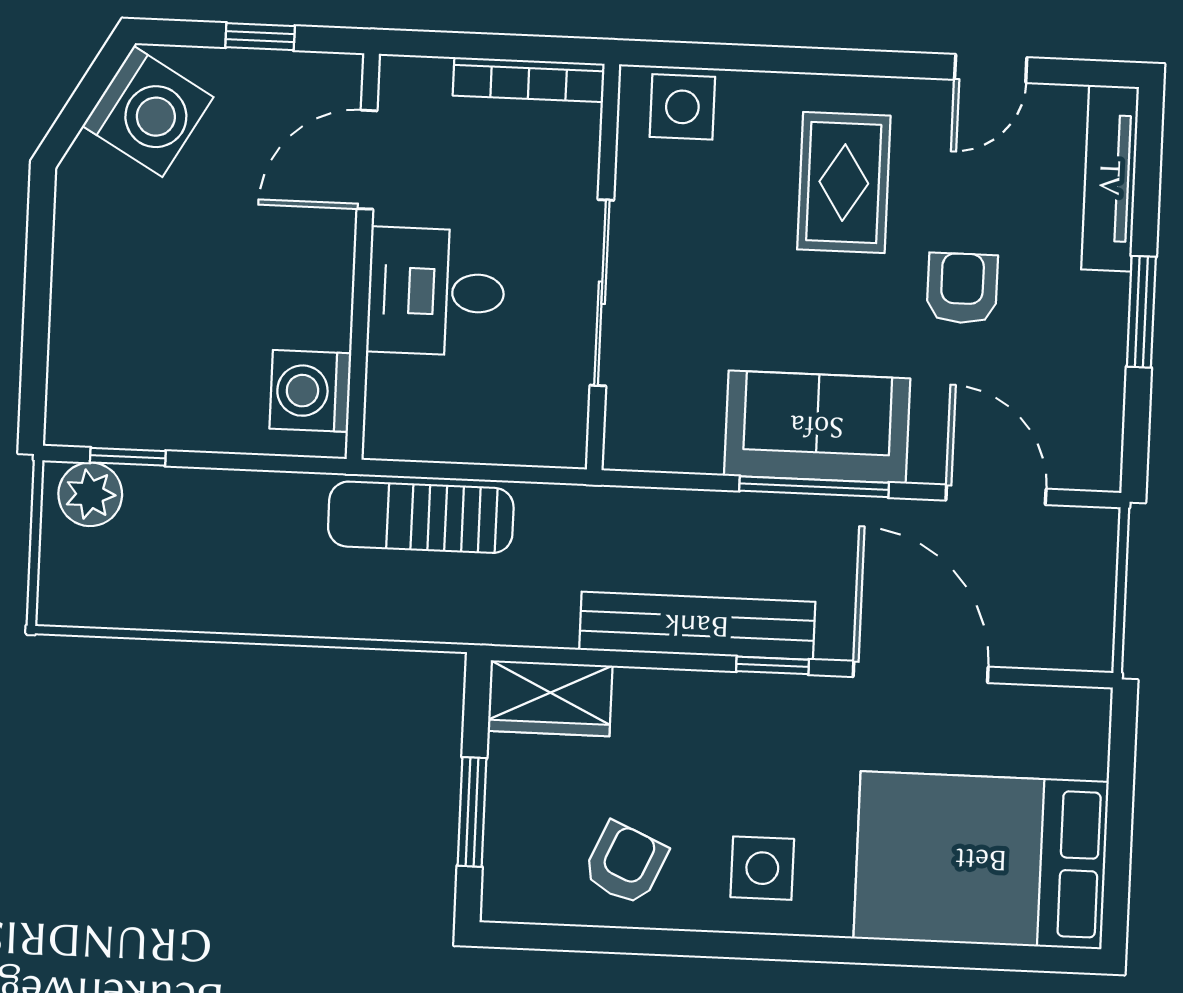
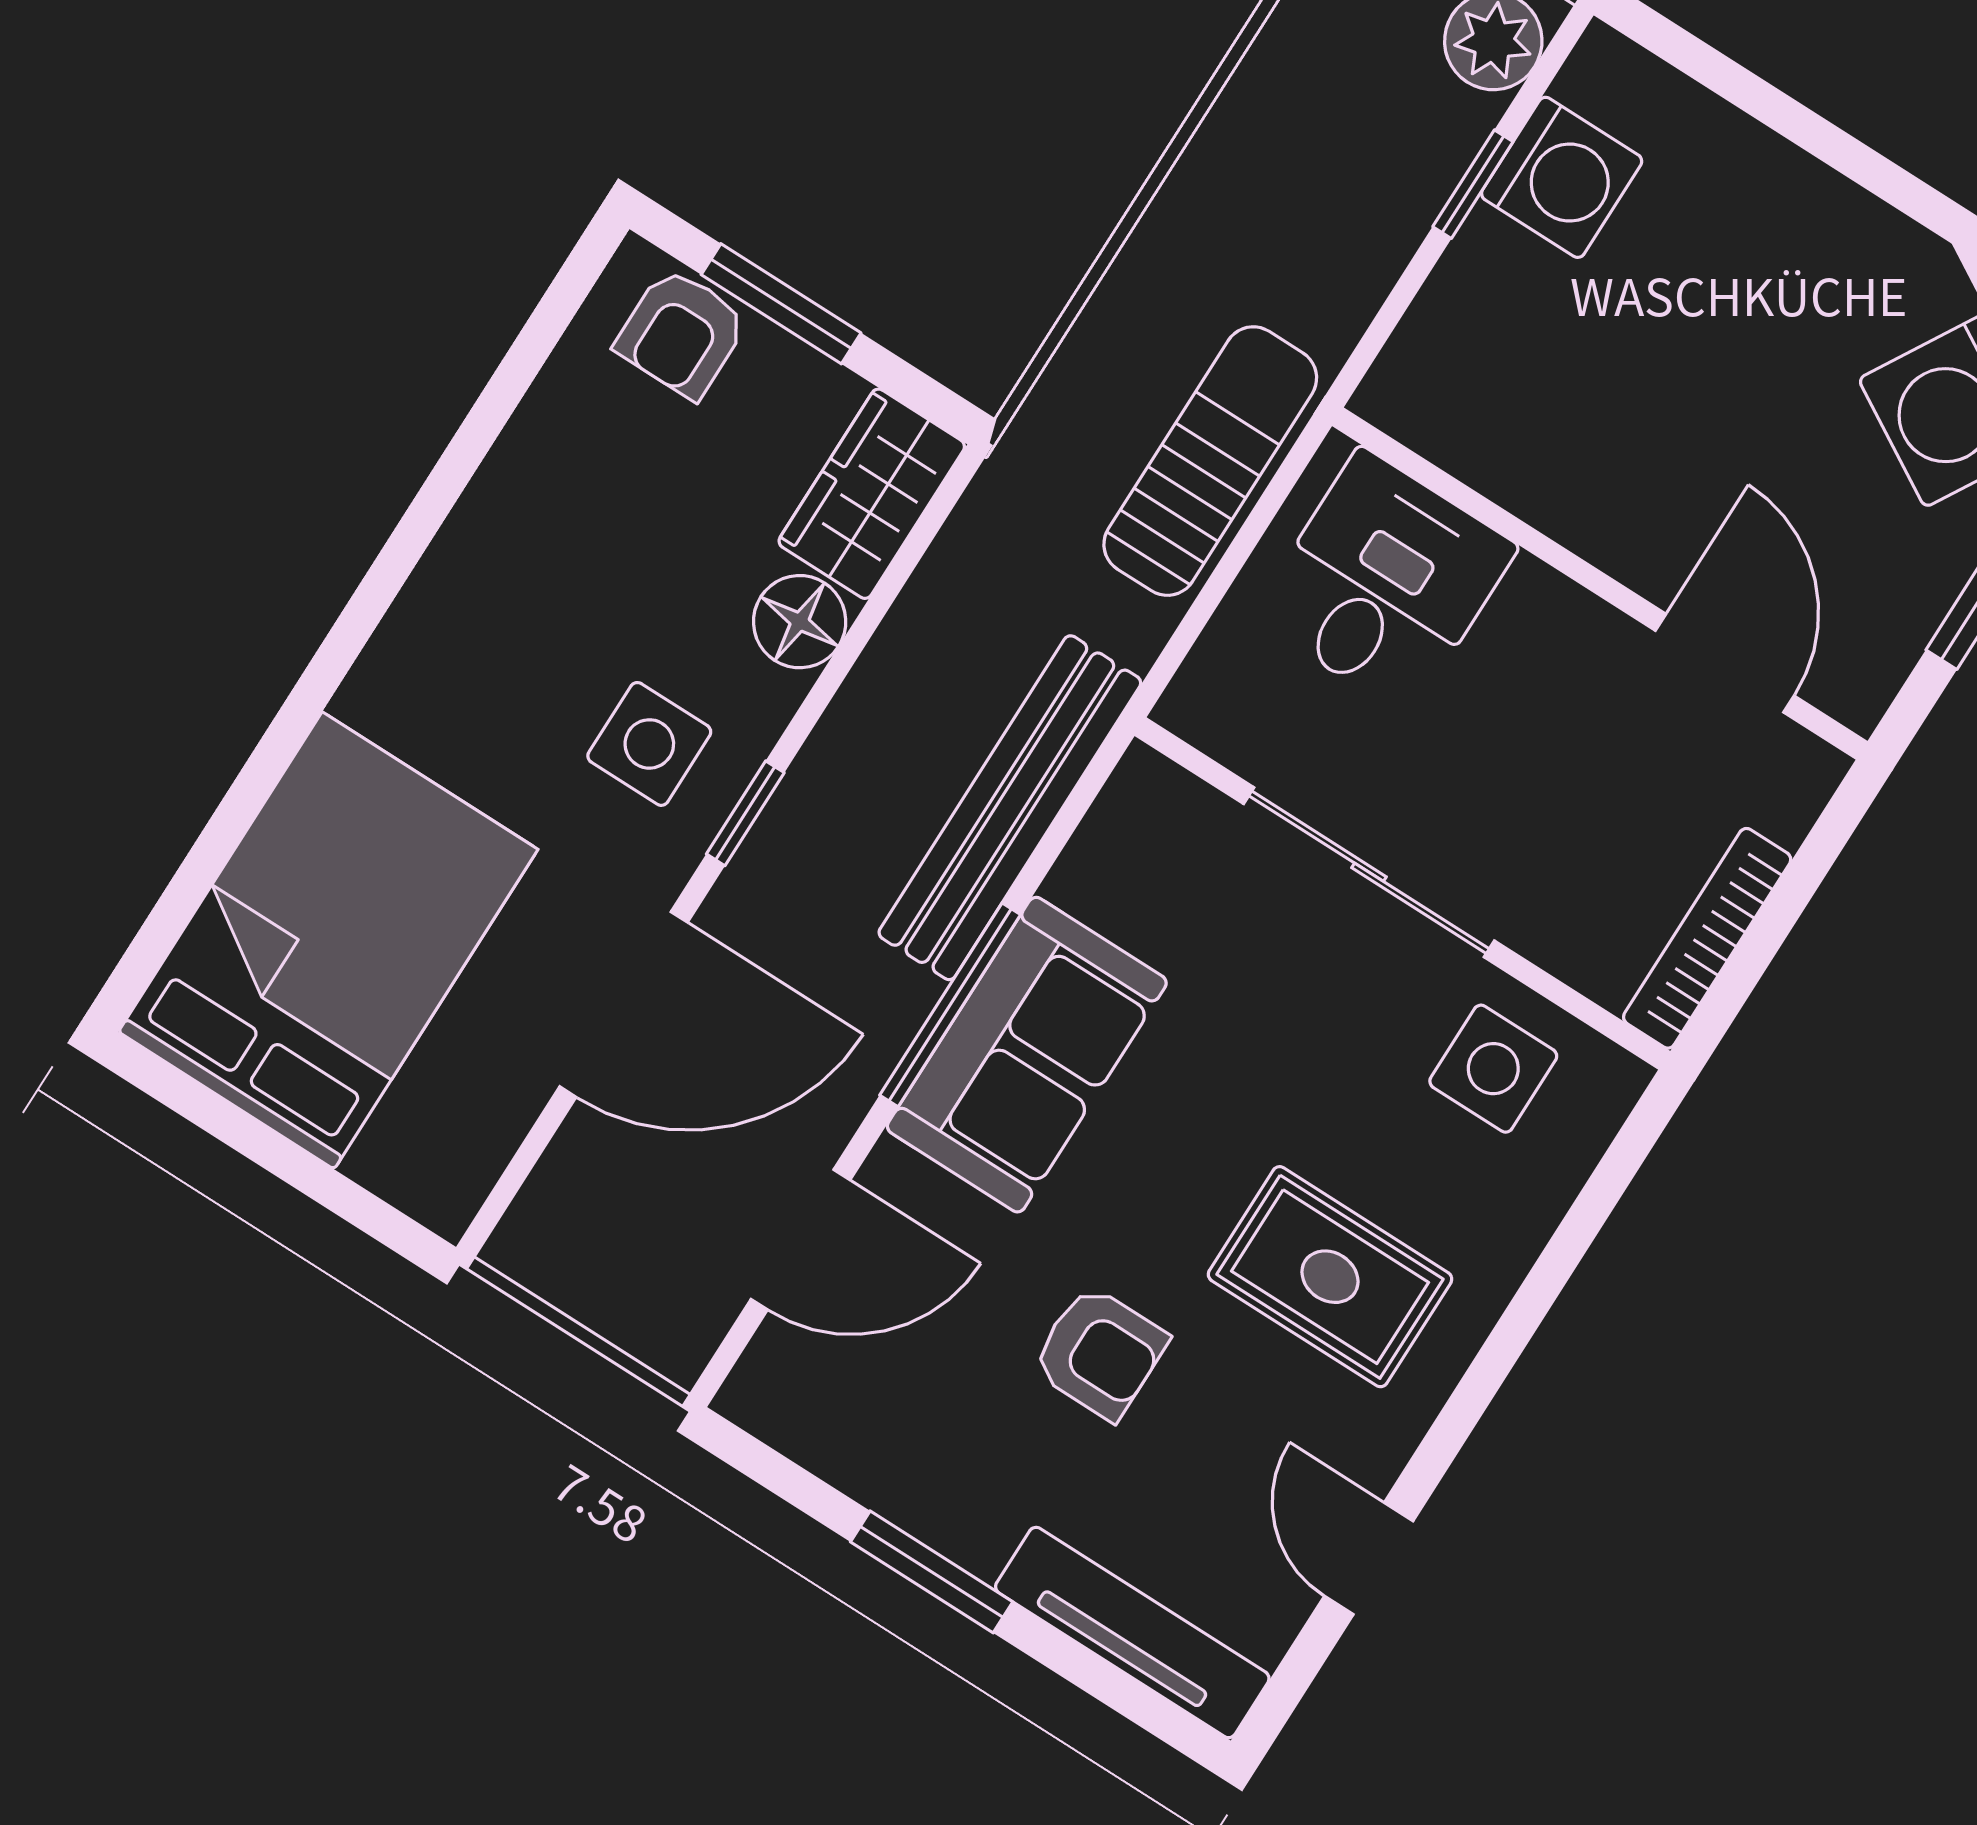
side table: (682, 107) -> (1493, 1069), moved
desk: (436, 292) -> (1385, 582), moved
washing machine: (310, 391) -> (1562, 177), moved, turned 90
window: (128, 457) -> (1473, 184), moved
bench: (697, 626) -> (1010, 808), moved
floor lamp: (646, 697) -> (800, 622), added
armchair: (625, 863) -> (682, 333), moved, turned 66
side table: (762, 868) -> (649, 744), moved

